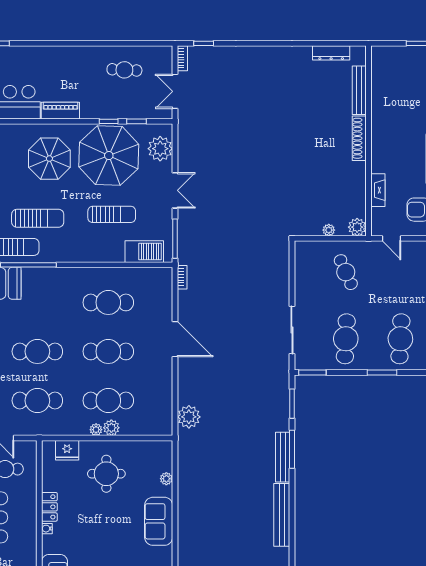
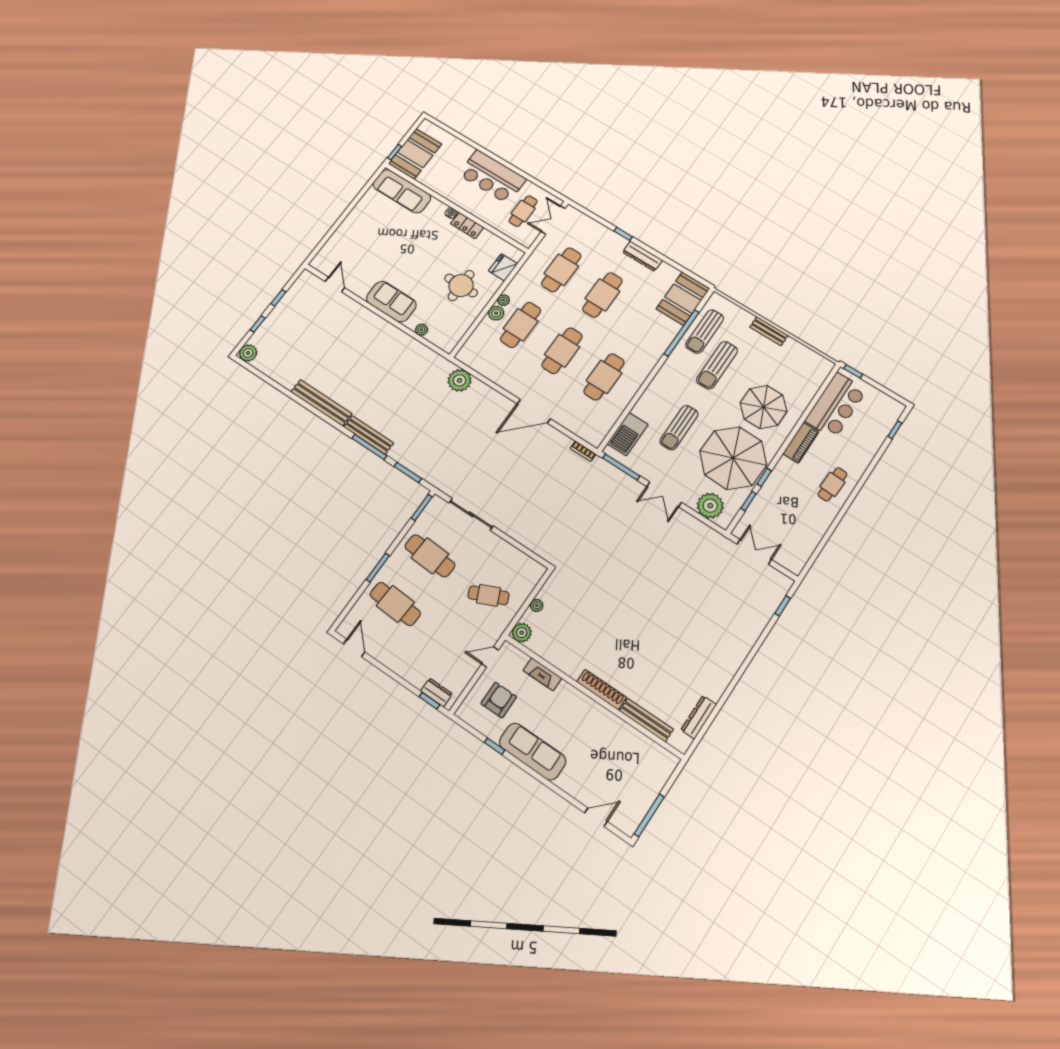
bookcase: (182, 58) -> (781, 578), removed
cafe table: (124, 70) -> (833, 484), moved

